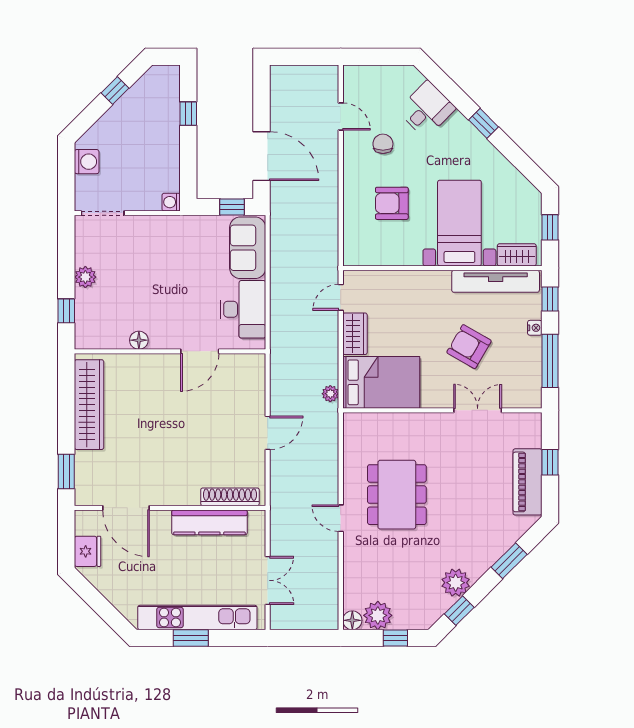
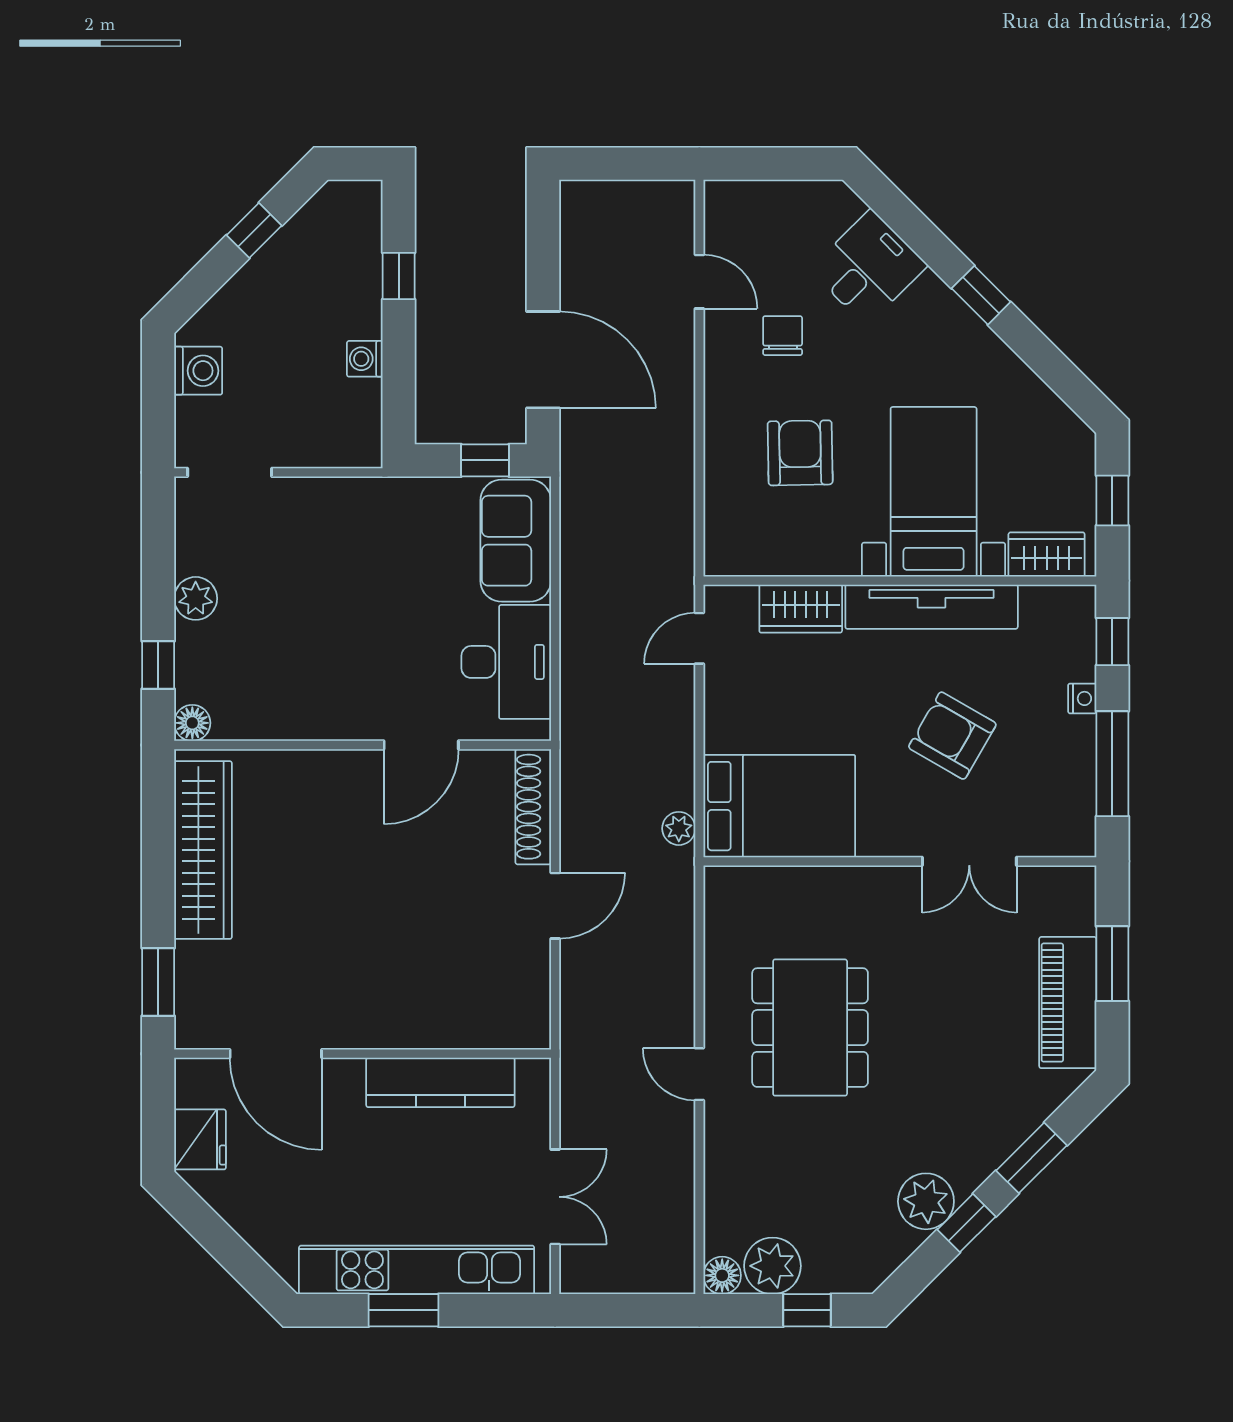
washing machine: (171, 202) -> (365, 359), moved
armchair: (392, 203) -> (800, 453), turned 89
tv unit: (496, 281) -> (932, 607), moved
wardrobe: (355, 334) -> (801, 609), moved, turned 90
floor lamp: (139, 340) -> (192, 723), moved
double door: (478, 410) -> (969, 861), swing flipped
window: (550, 462) -> (1112, 964), width x1.50
shoe rack: (230, 497) -> (533, 807), moved, turned -90
window: (459, 611) -> (966, 1223), moved

